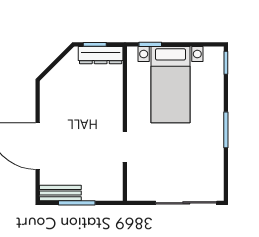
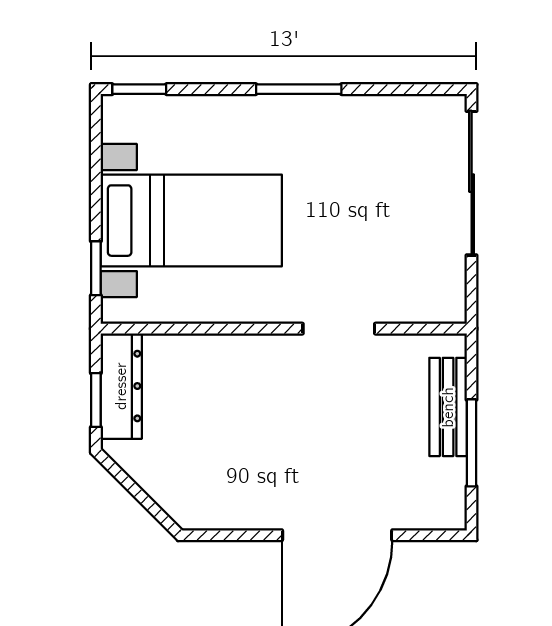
bench: (60, 193) -> (448, 407), moved

